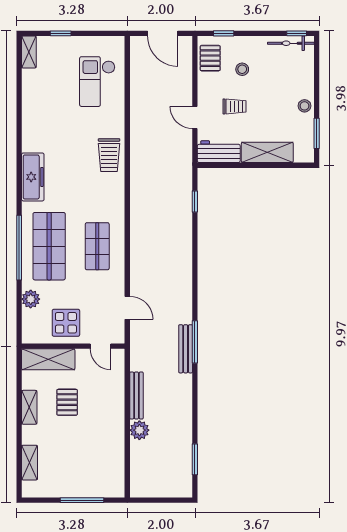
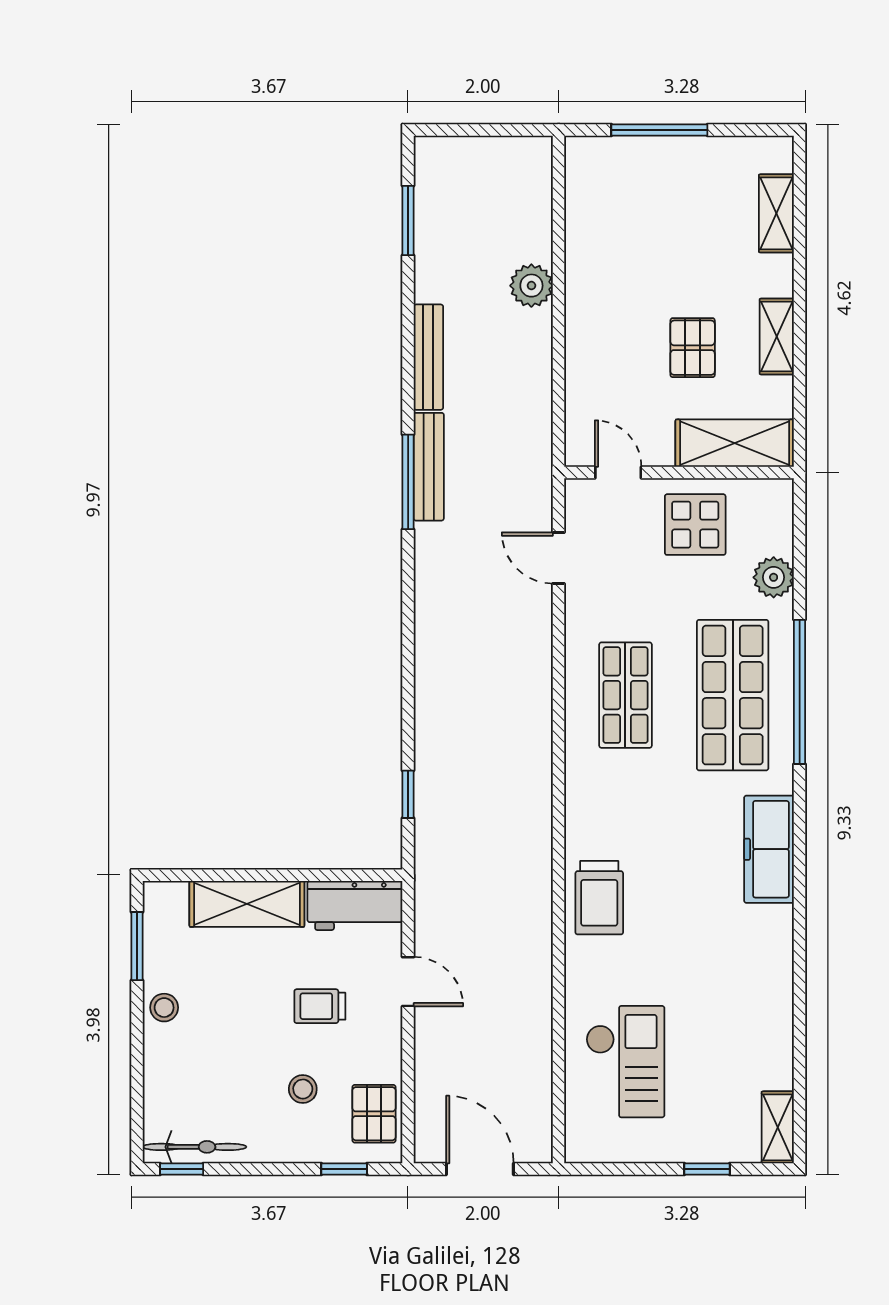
trolley: (109, 155) -> (599, 898), turned 180
bench: (136, 395) -> (428, 357), moved

